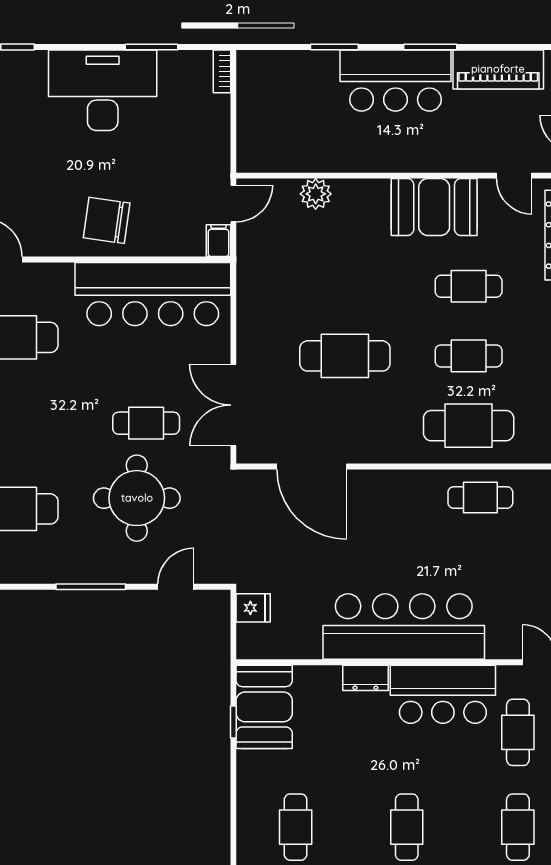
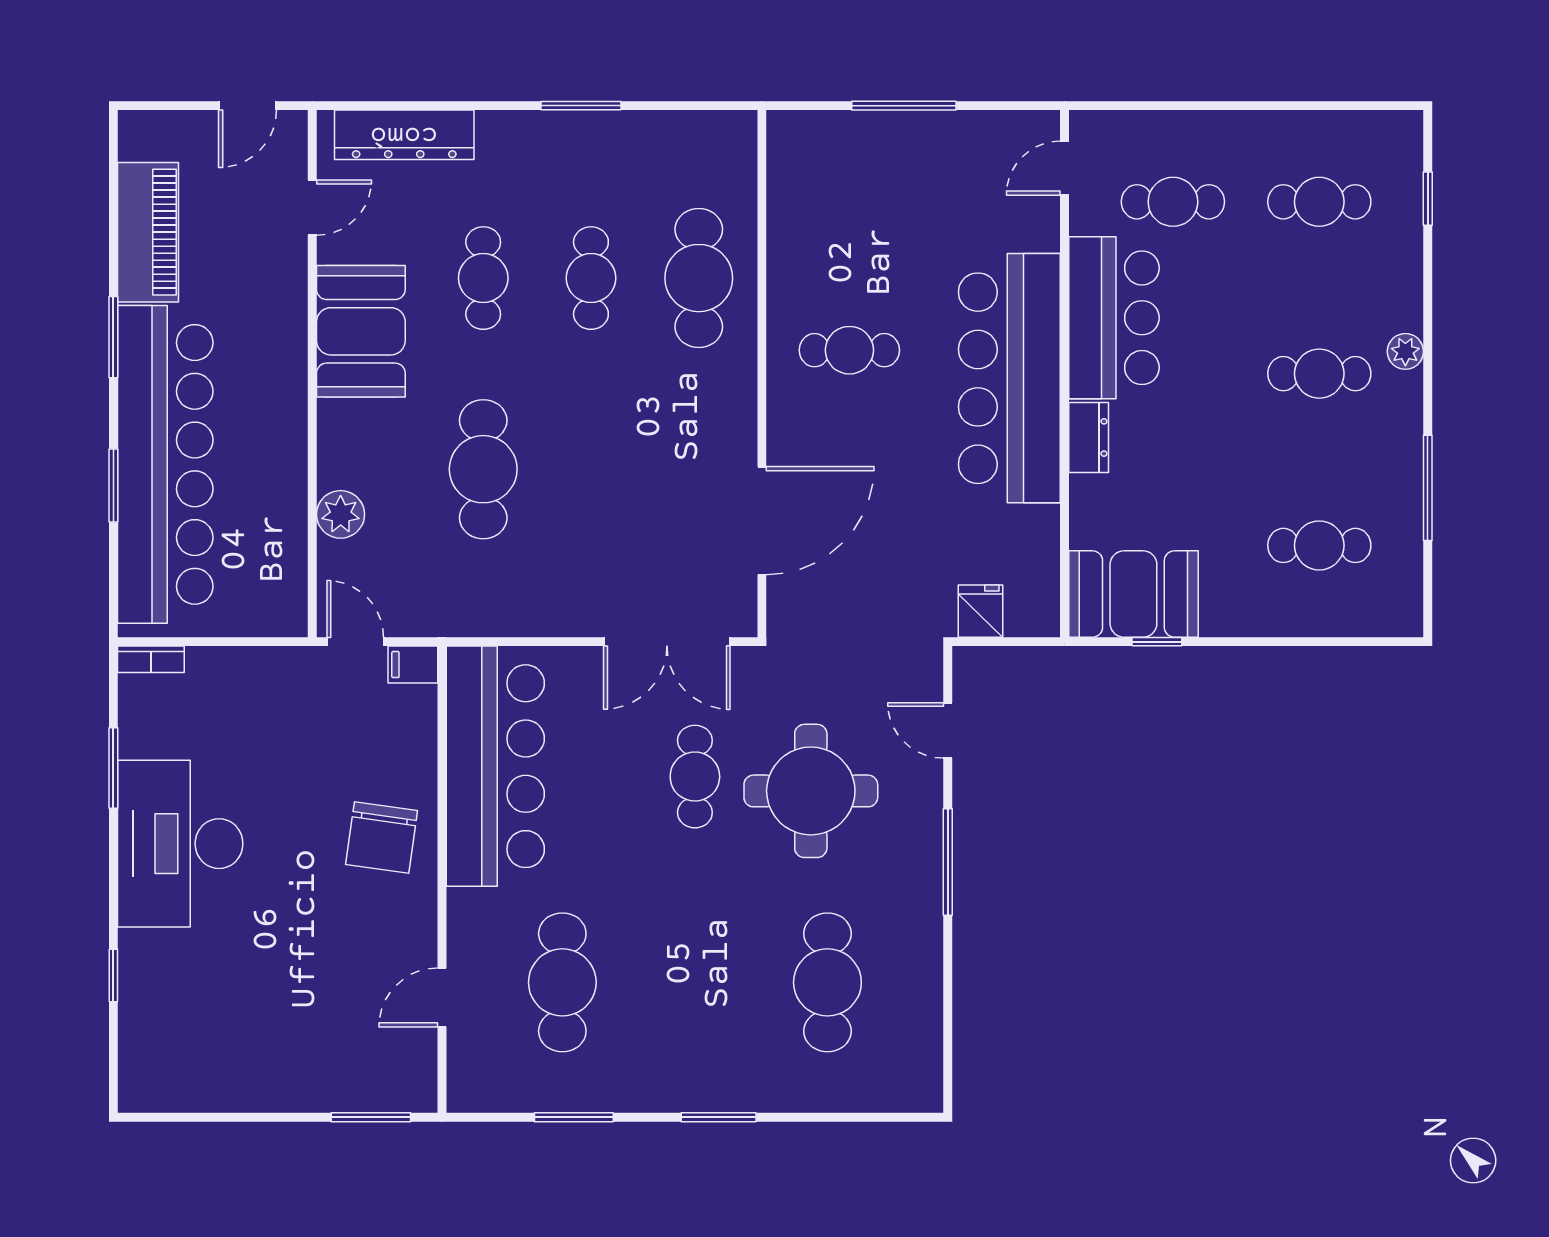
bar counter: (395, 80) -> (165, 464), width x1.86
cafe table: (345, 356) -> (483, 469), moved
cafe table: (480, 498) -> (849, 350), moved, turned 90

